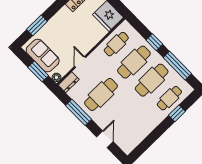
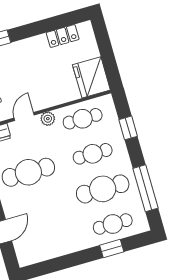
window: (154, 42) -> (128, 128), moved
plant: (95, 56) -> (48, 119), added
cafe table: (134, 62) -> (93, 154), width x0.73, depth x0.74

